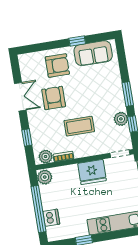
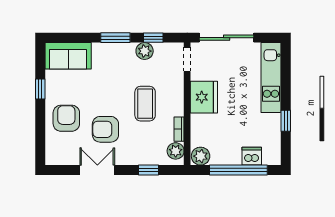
sofa: (93, 53) -> (68, 56), moved, turned 90

